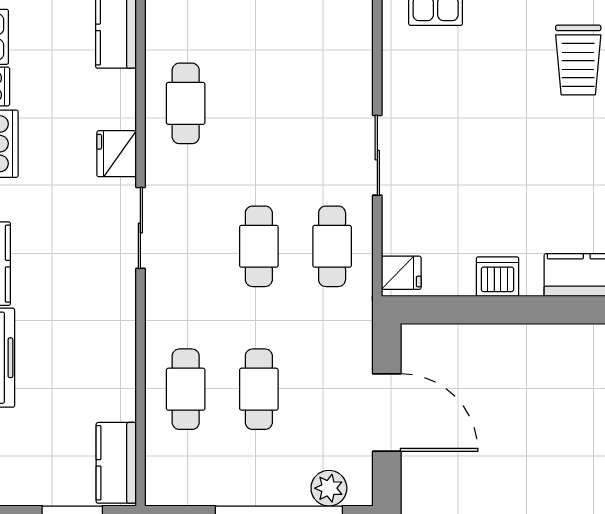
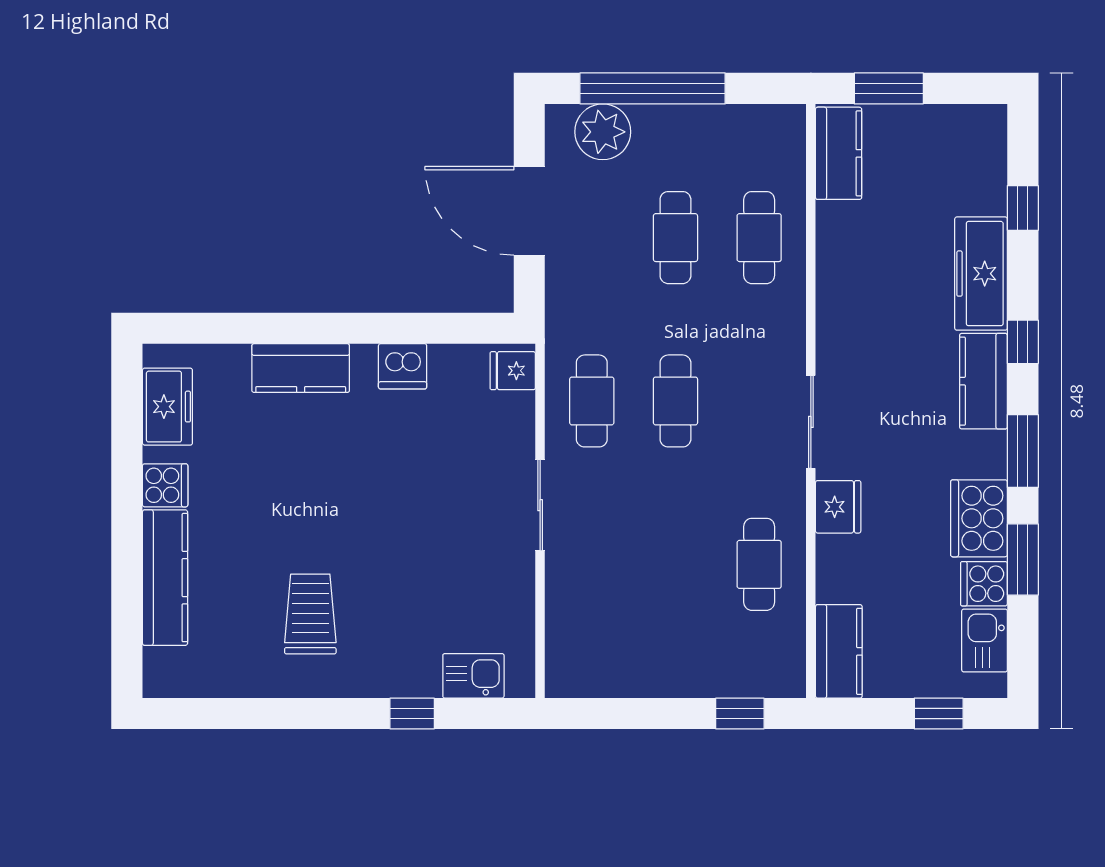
plant: (329, 488) -> (603, 132), width x1.36, depth x1.36

